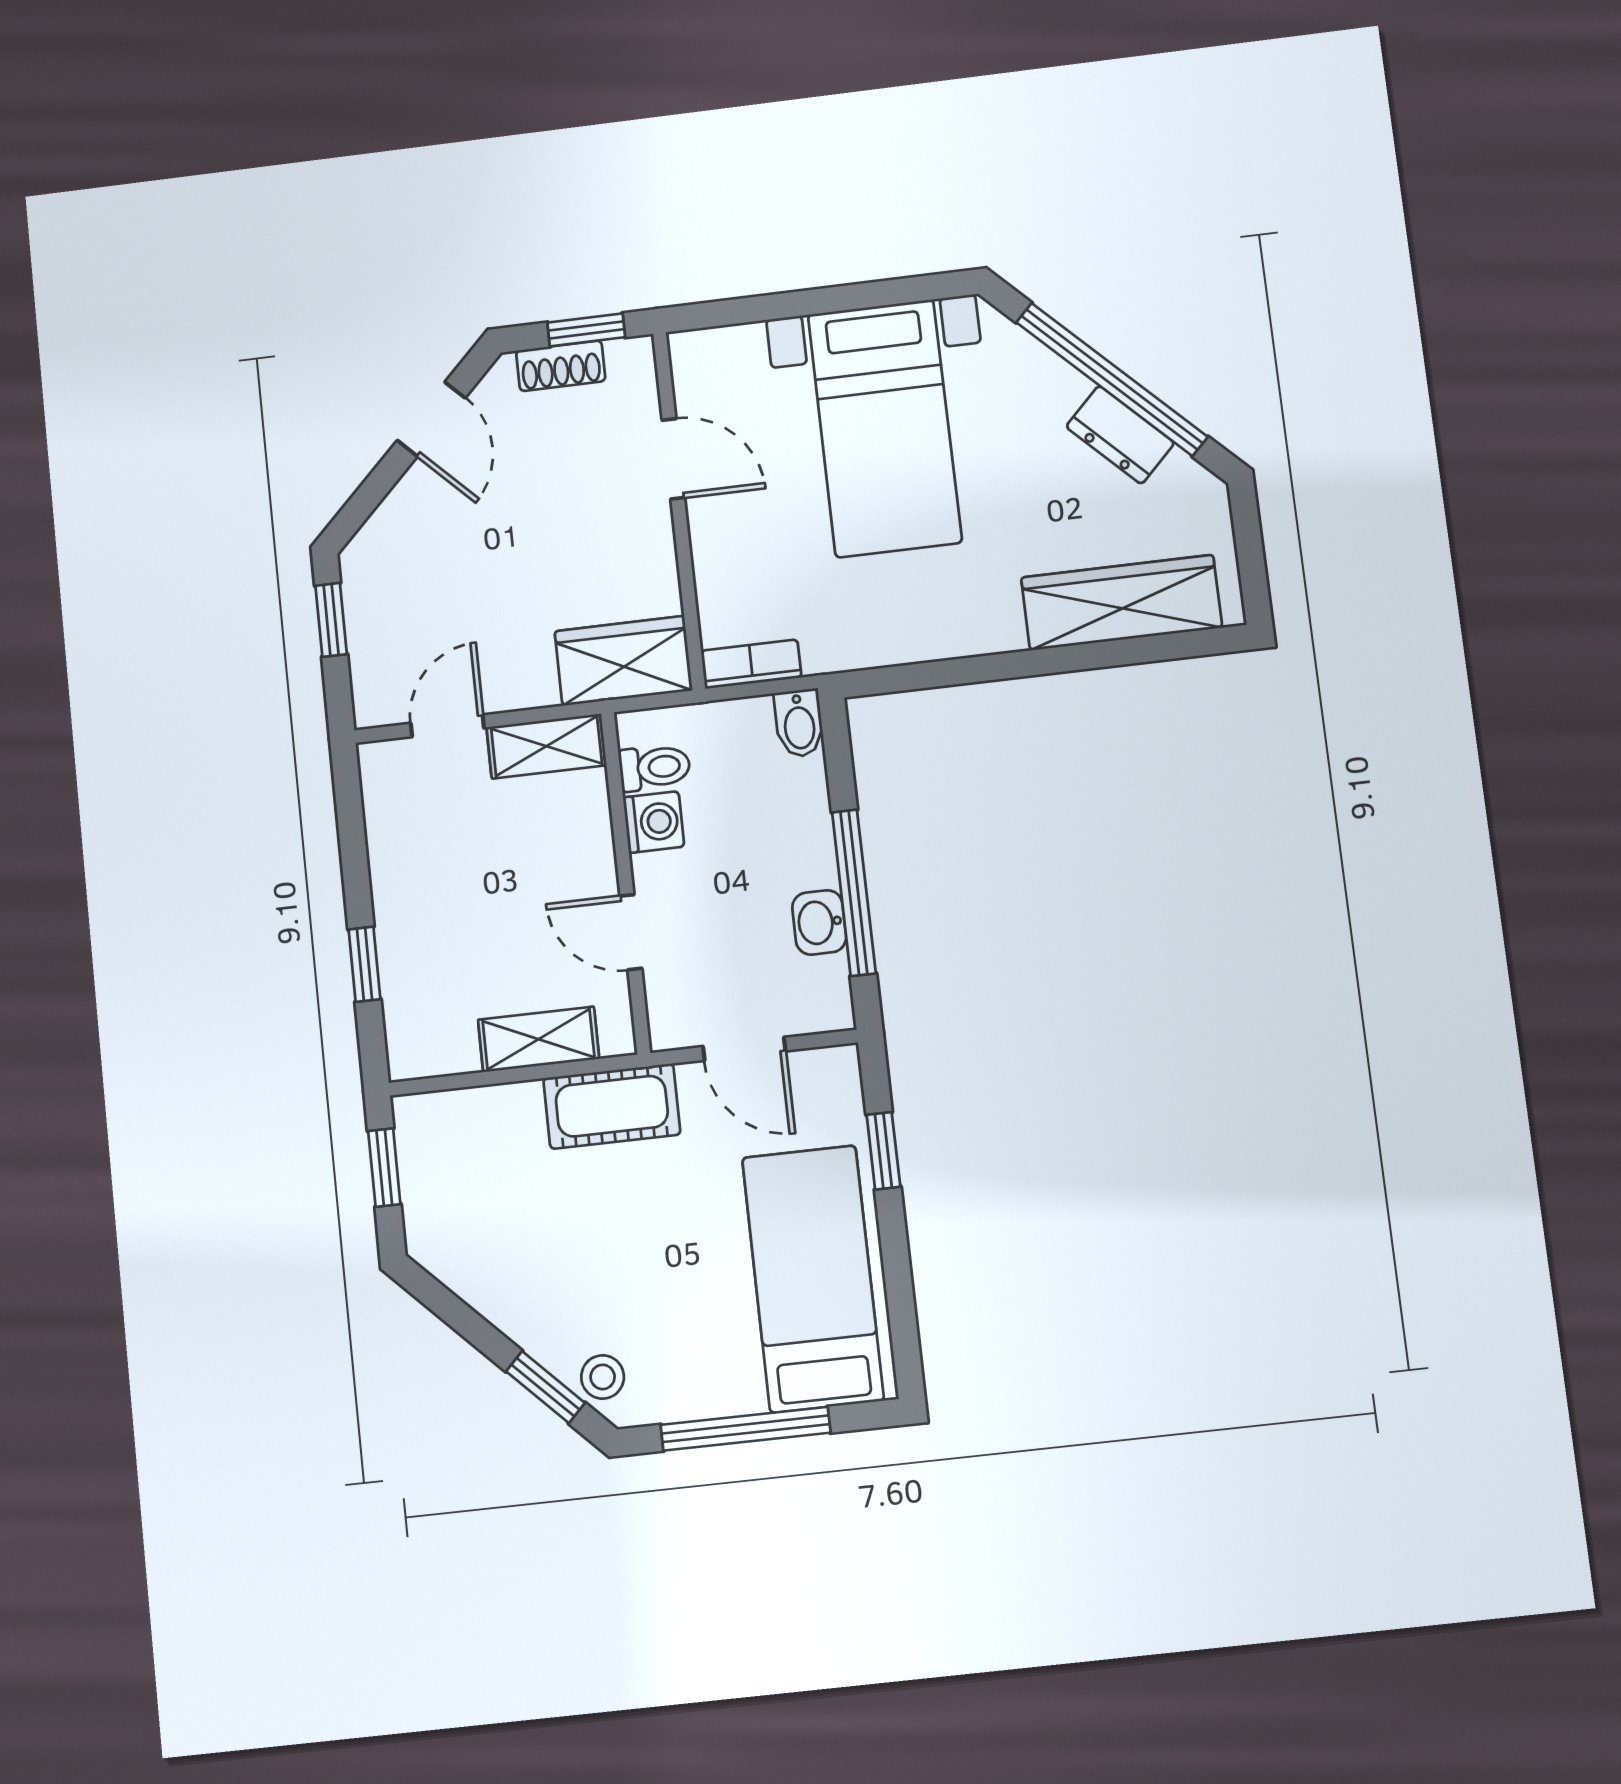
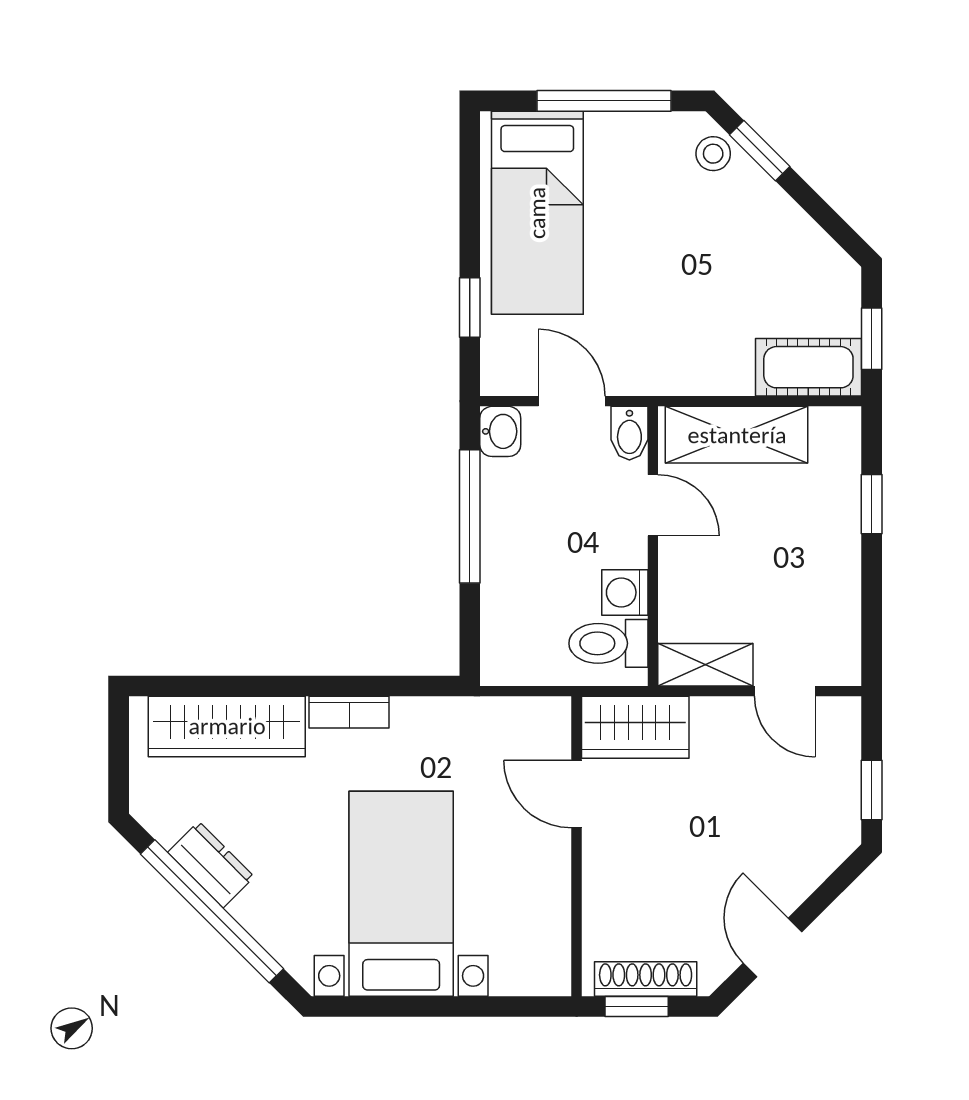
shoe rack: (561, 366) -> (646, 979), width x1.43
door: (673, 459) -> (577, 794), moved
bookcase: (751, 664) -> (349, 712), moved
bidet: (799, 723) -> (629, 433), moved, turned 180
door: (447, 726) -> (785, 691), hinge flipped
toilet: (655, 767) -> (608, 643), width x1.37, depth x1.39
washbasin: (819, 922) -> (500, 431), moved
shelving: (539, 1039) -> (737, 435), width x1.50, depth x1.33
cot: (612, 1106) -> (808, 367), moved

